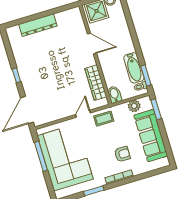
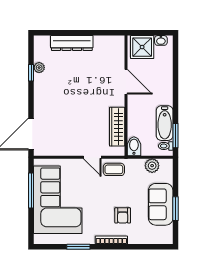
plant: (17, 53) -> (39, 68), added
window: (16, 75) -> (31, 73), moved
window: (156, 109) -> (175, 209), moved
door: (83, 114) -> (92, 157), swing flipped
sofa: (151, 136) -> (161, 204), width x0.73
armchair: (122, 154) -> (123, 215), turned 90

